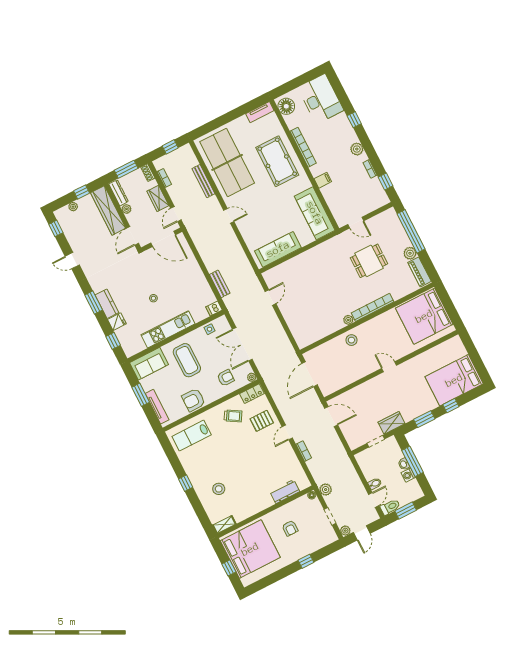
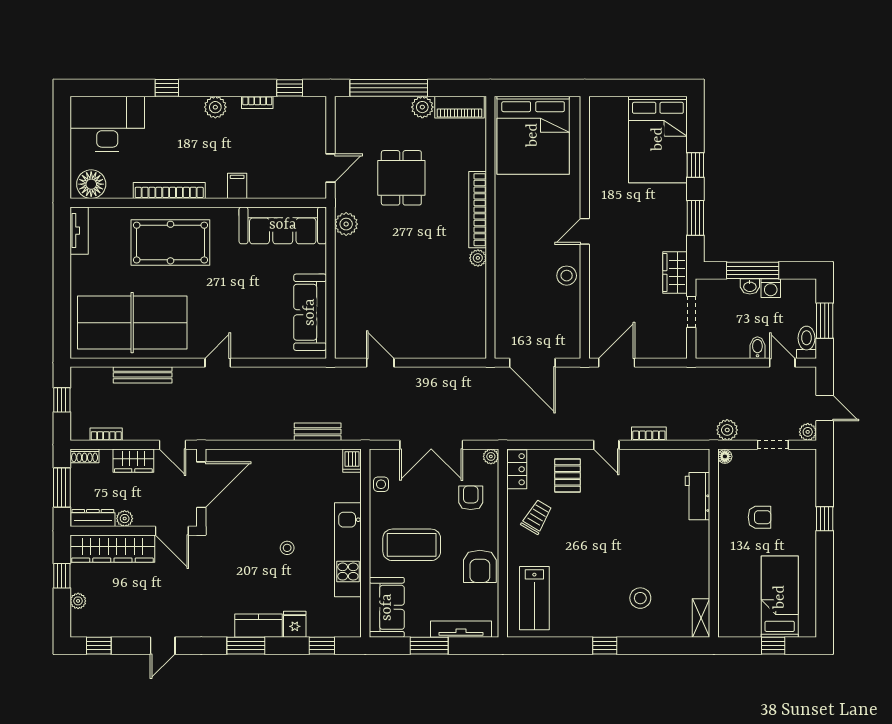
plant: (332, 245) -> (346, 224), added
stool: (351, 340) -> (567, 276), moved
bed: (250, 549) -> (780, 597), width x0.49

